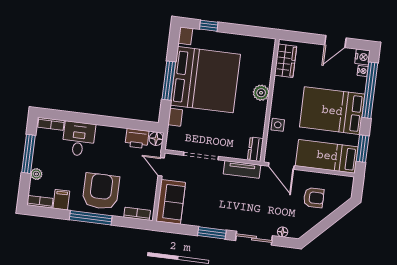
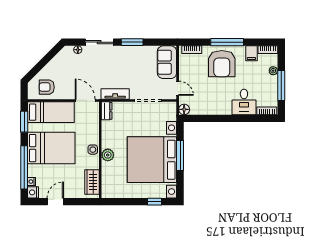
side table: (278, 125) -> (93, 150), moved
printer: (137, 139) -> (199, 108), removed
armchair: (314, 198) -> (47, 87), moved

